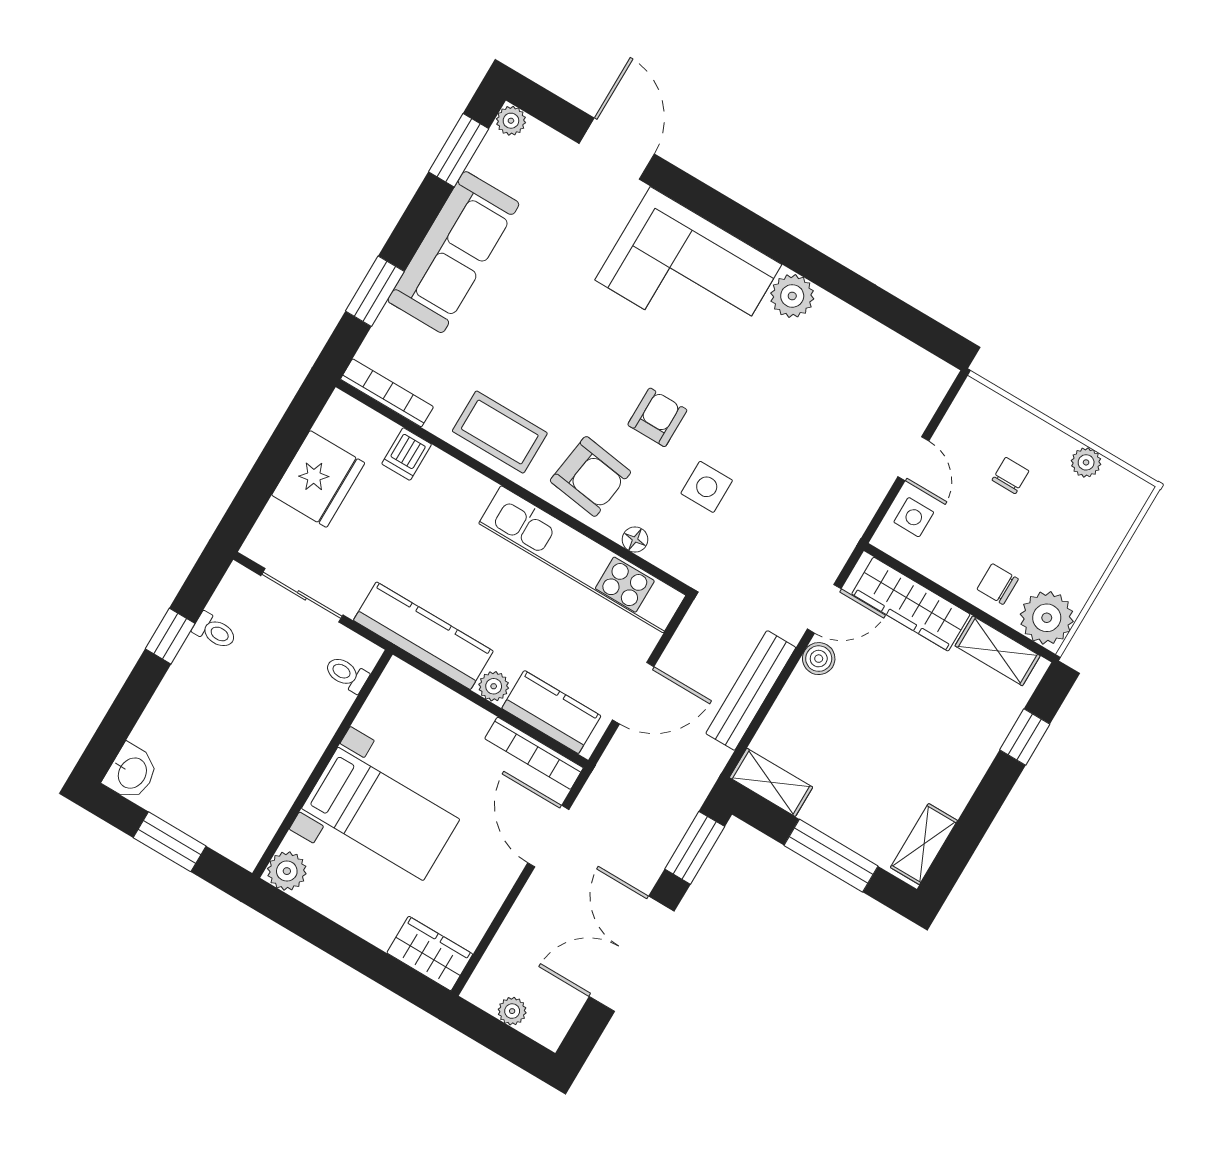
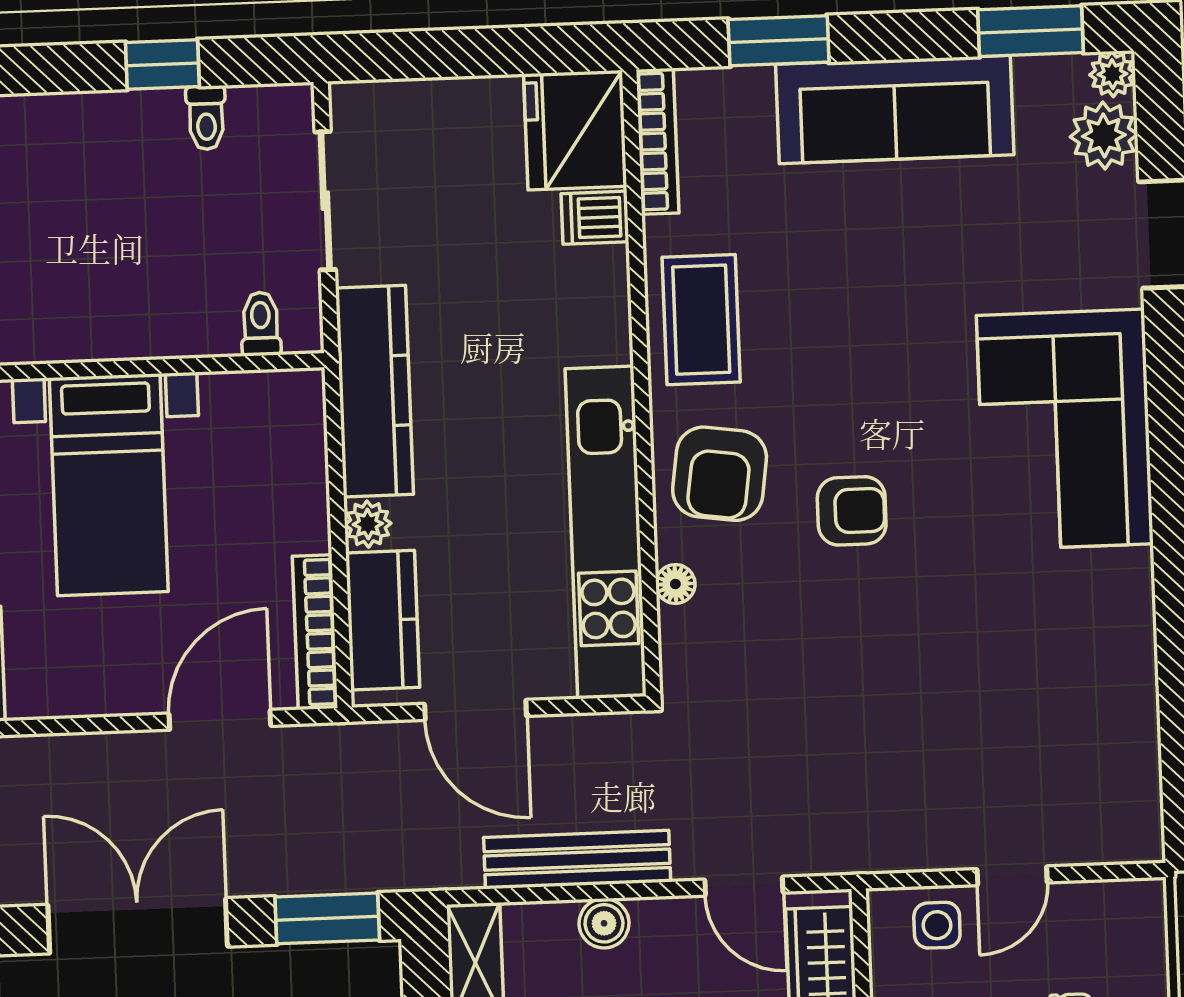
plant: (792, 296) -> (1104, 136), moved
fridge: (318, 479) -> (575, 130), moved, turned 90
side table: (707, 487) -> (803, 633), removed
boiler: (819, 659) -> (604, 923), moved

